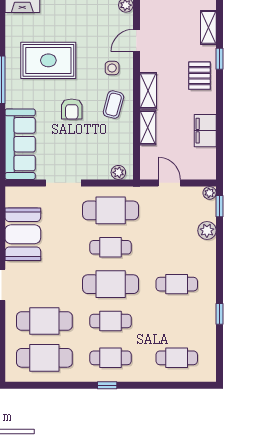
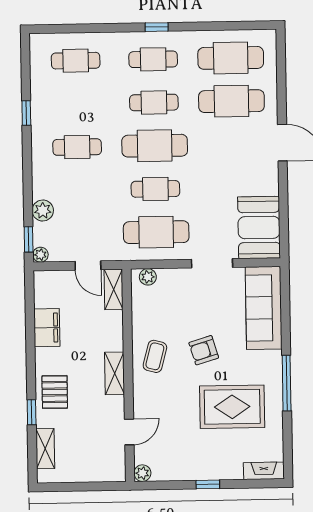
side table: (112, 68) -> (157, 399), removed
armchair: (72, 109) -> (204, 350), turned -107
shelving: (148, 128) -> (114, 289), moved
booth: (23, 234) -> (259, 227), moved

